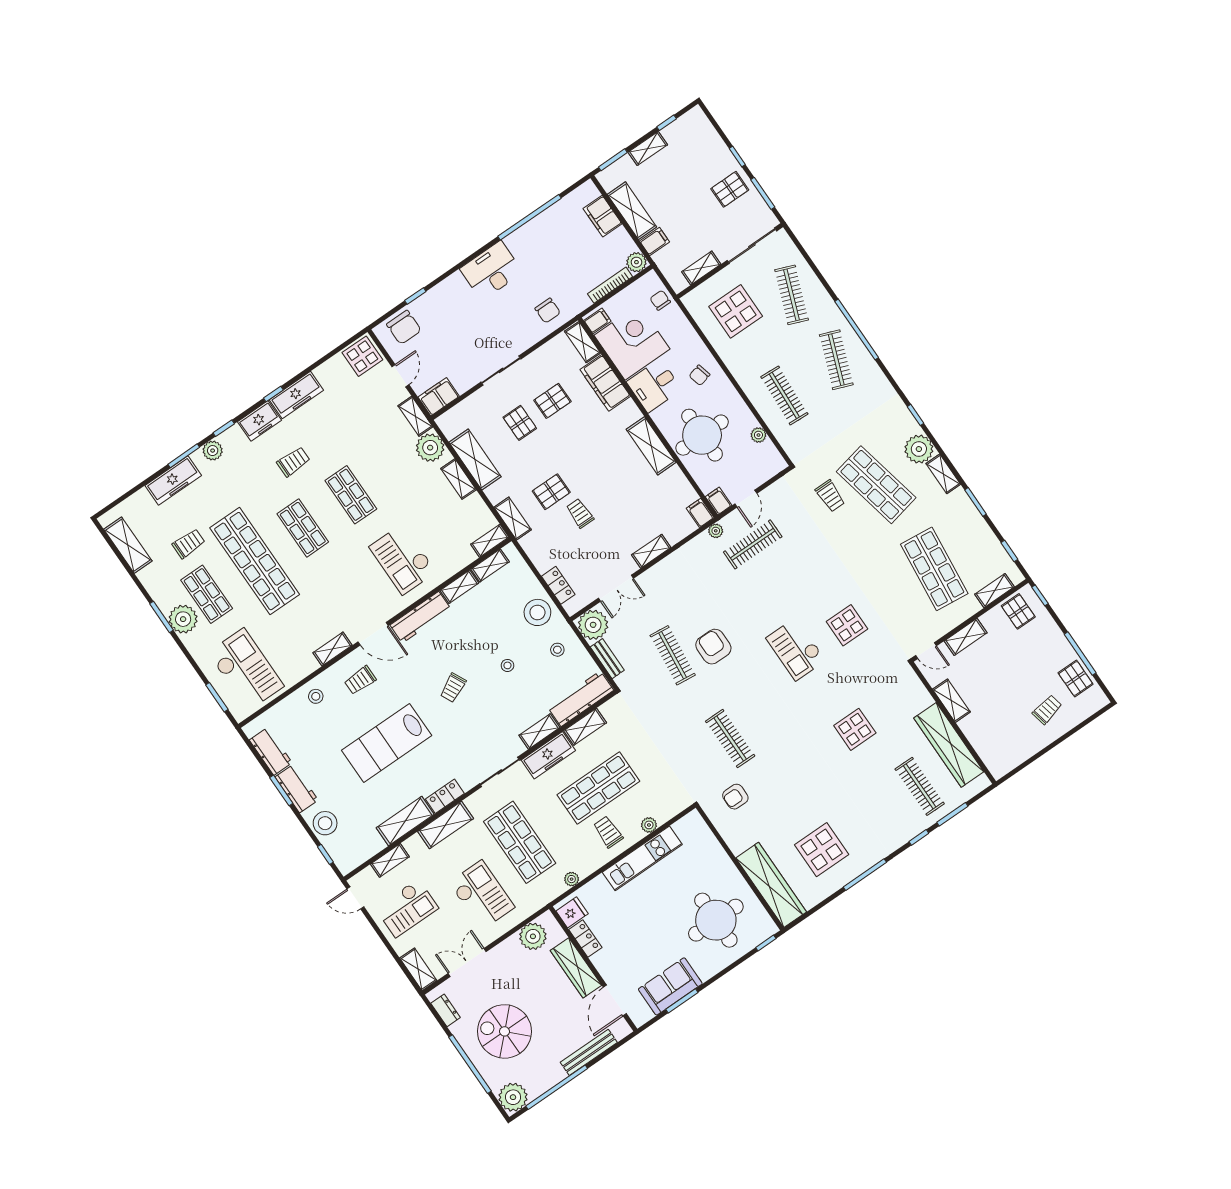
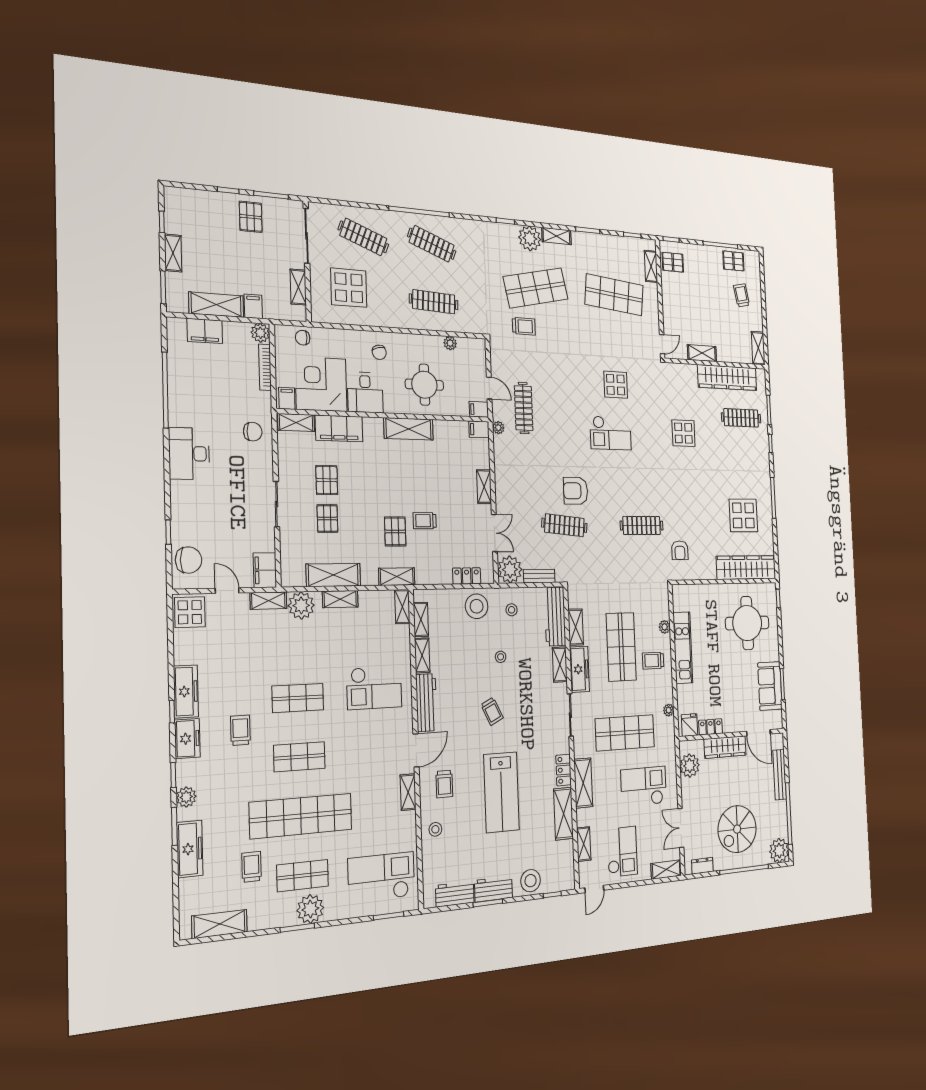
pallet: (520, 423) -> (327, 519), turned 90
round table: (702, 435) -> (424, 385), width x0.73, depth x0.73
shelving: (966, 637) -> (758, 348), moved

